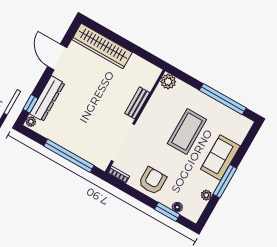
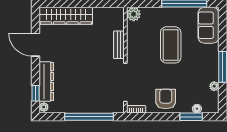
sofa: (220, 158) -> (209, 25), moved

